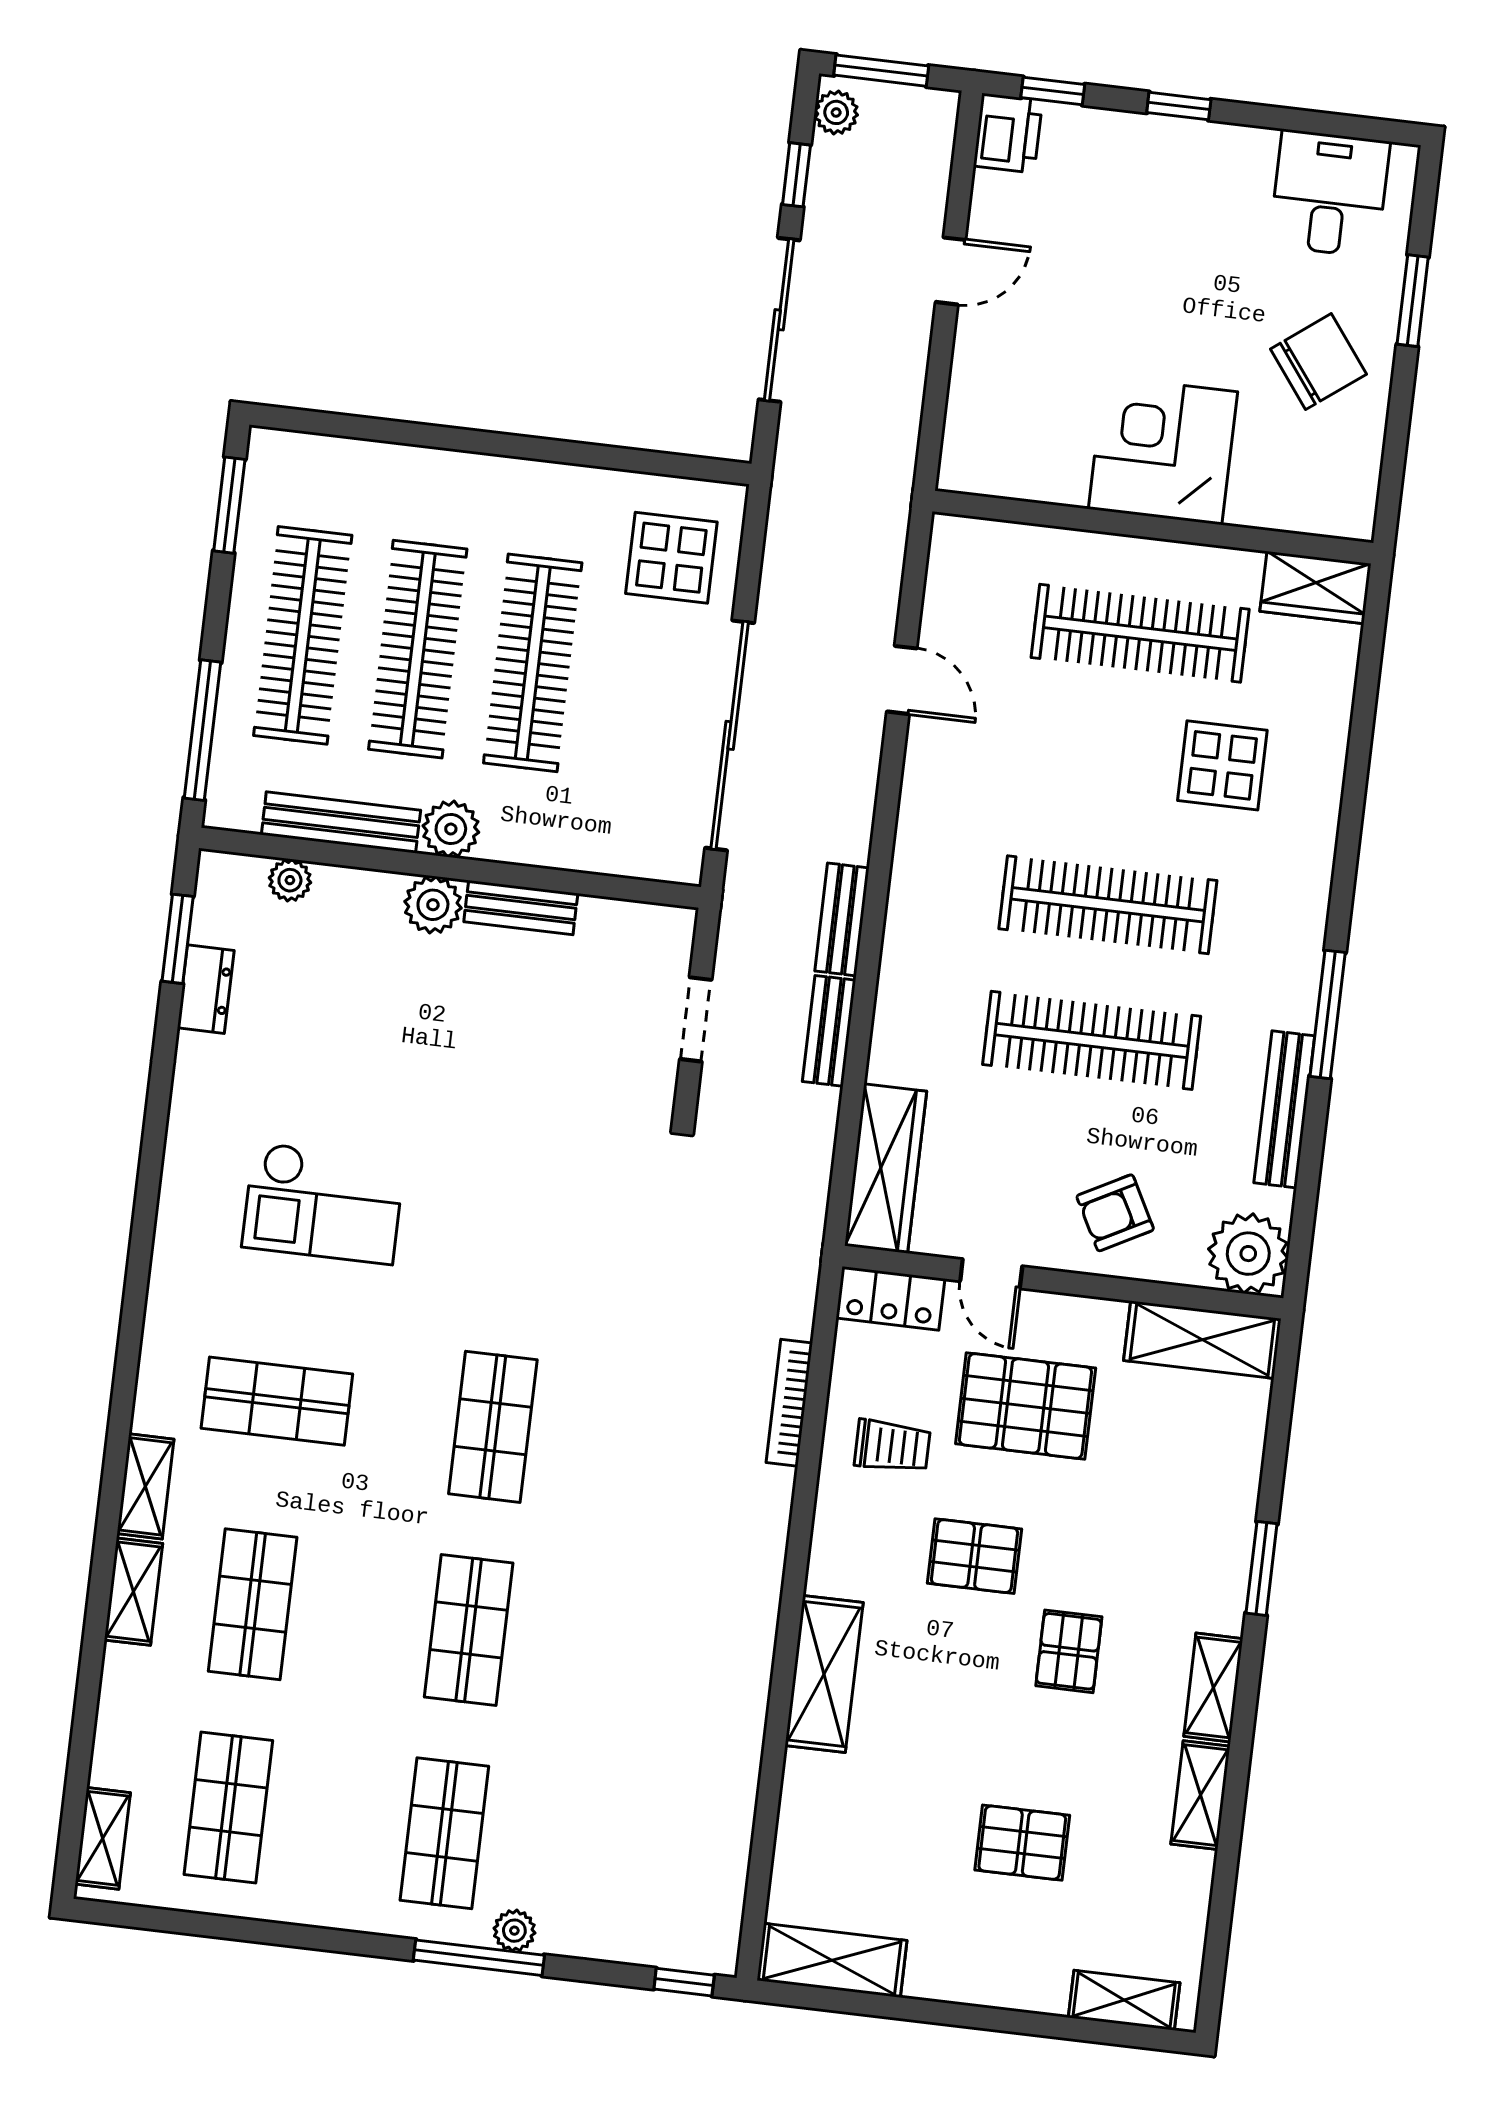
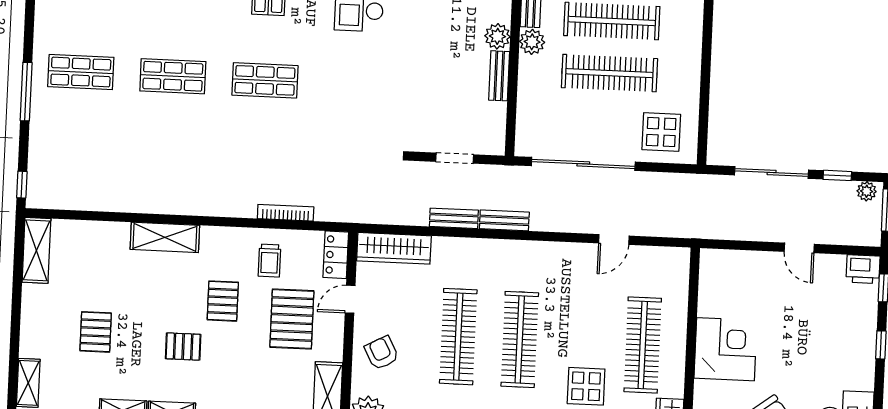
plant: (514, 1931) -> (39, 107), removed

